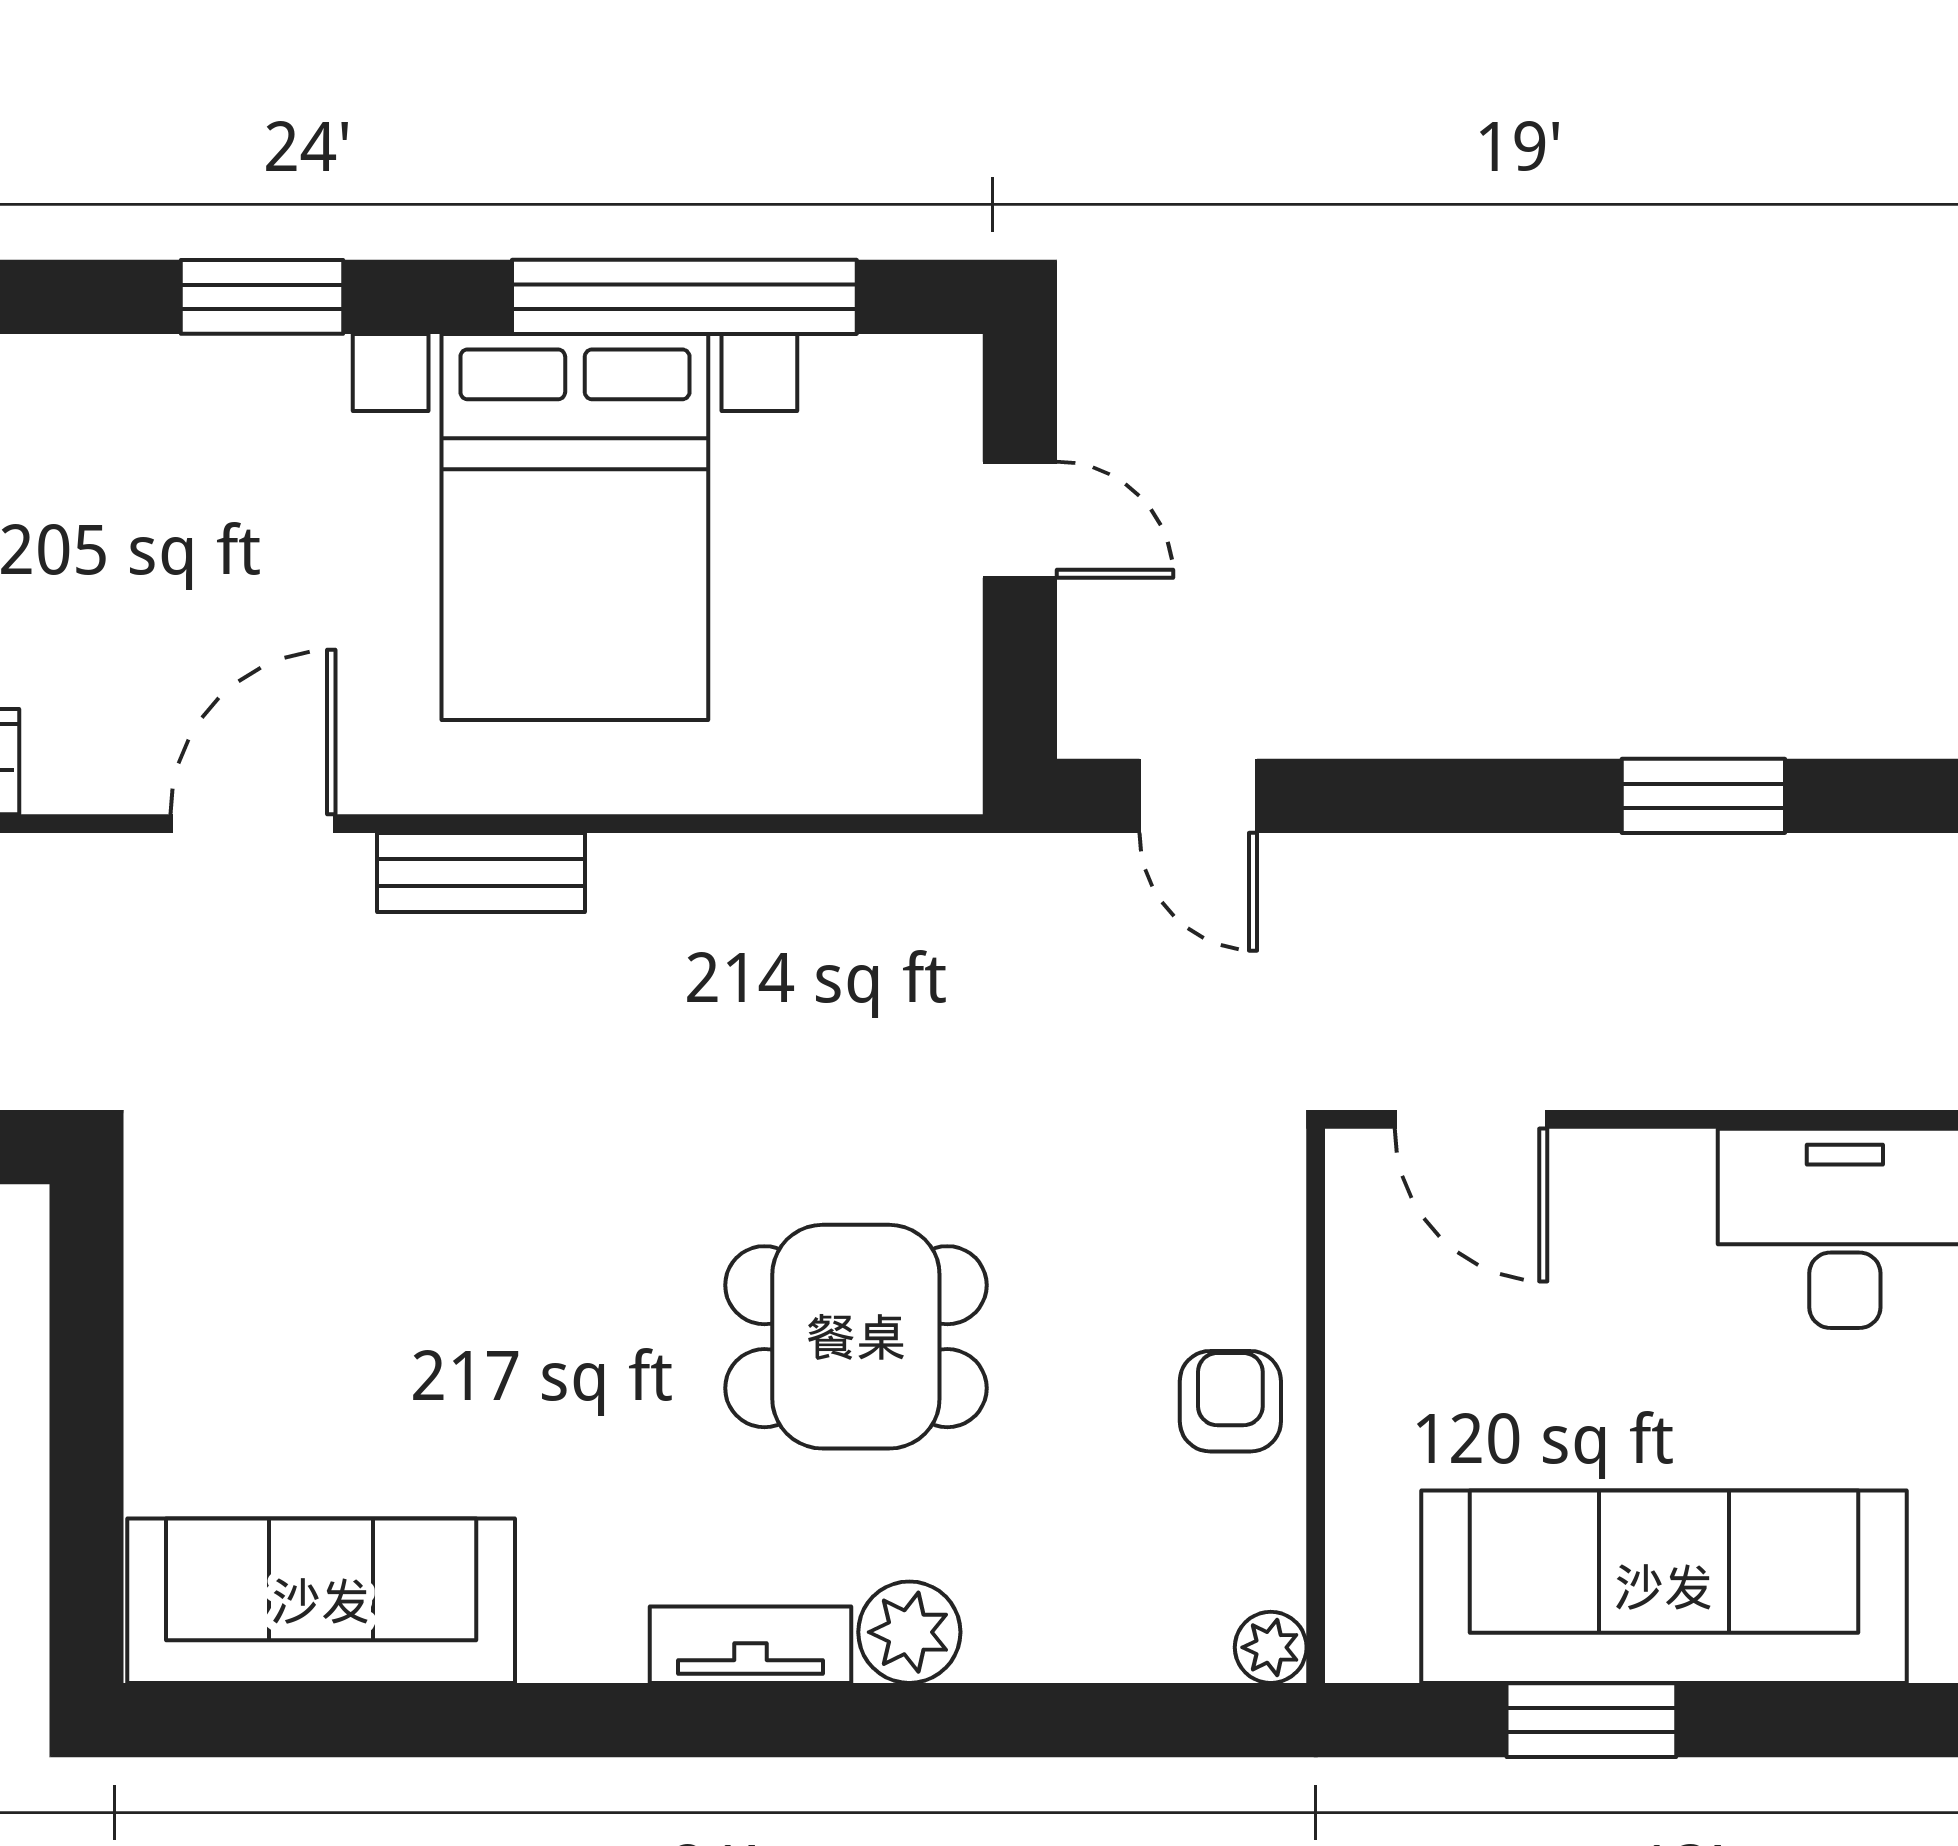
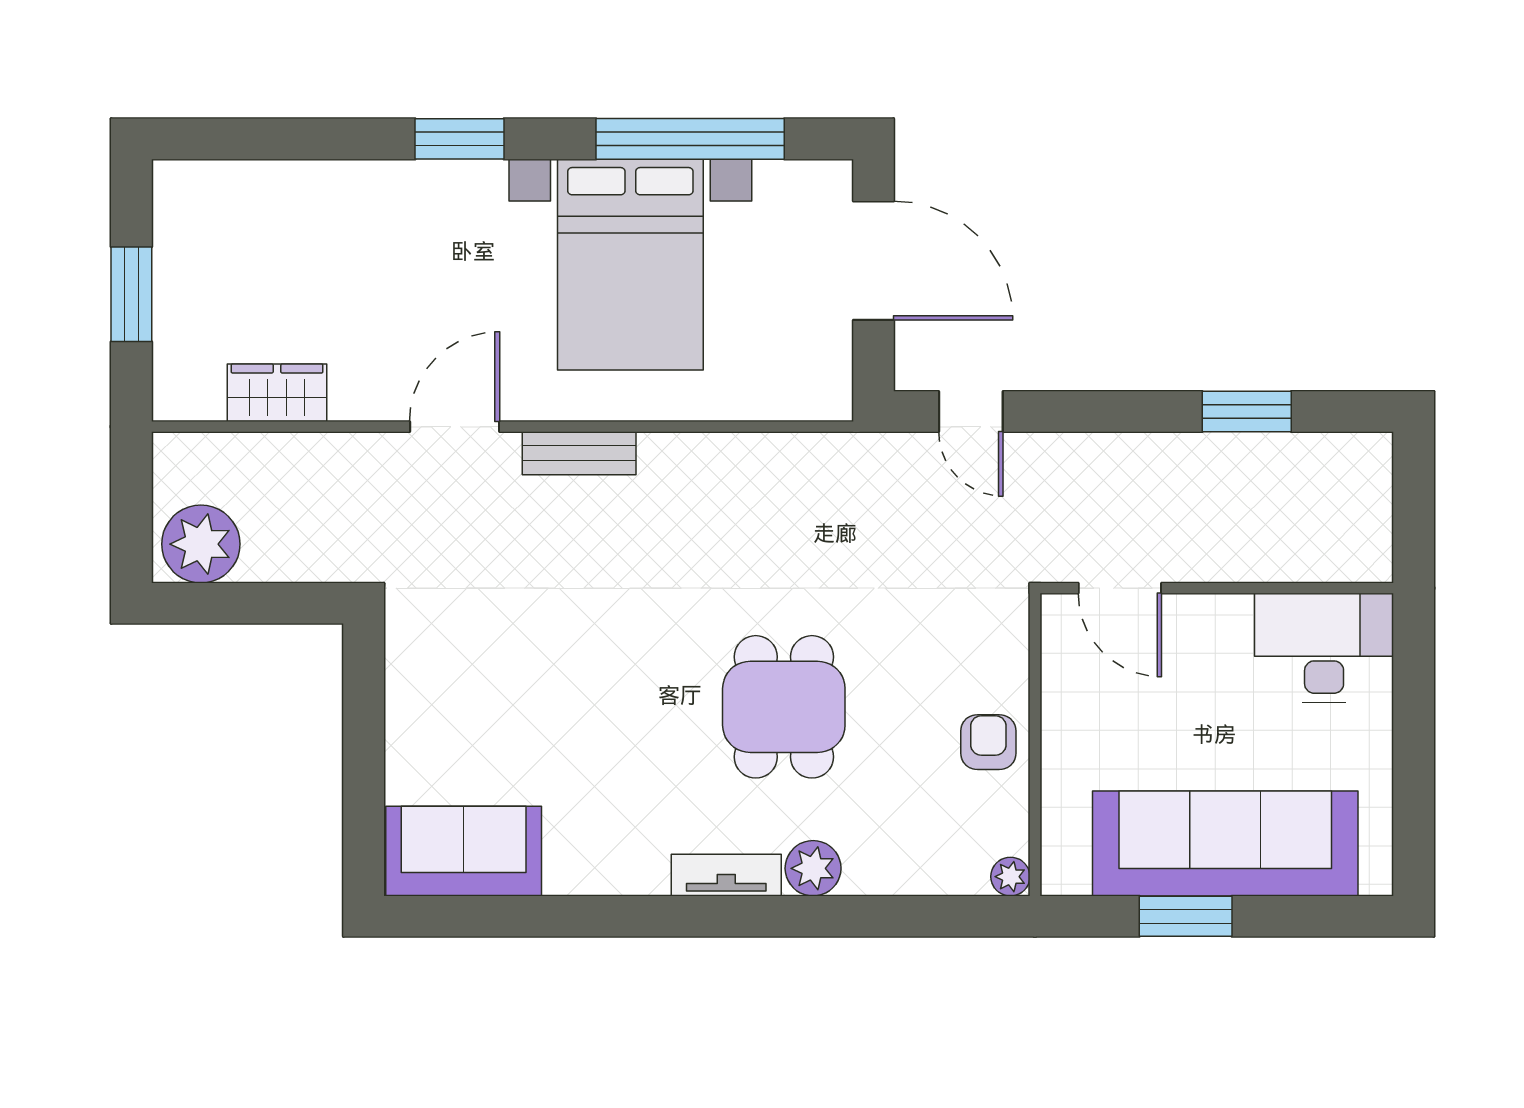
door: (1020, 520) -> (873, 261), width x1.87
dining table: (856, 1337) -> (784, 707), turned 90
sofa: (321, 1601) -> (464, 851), width x0.73

